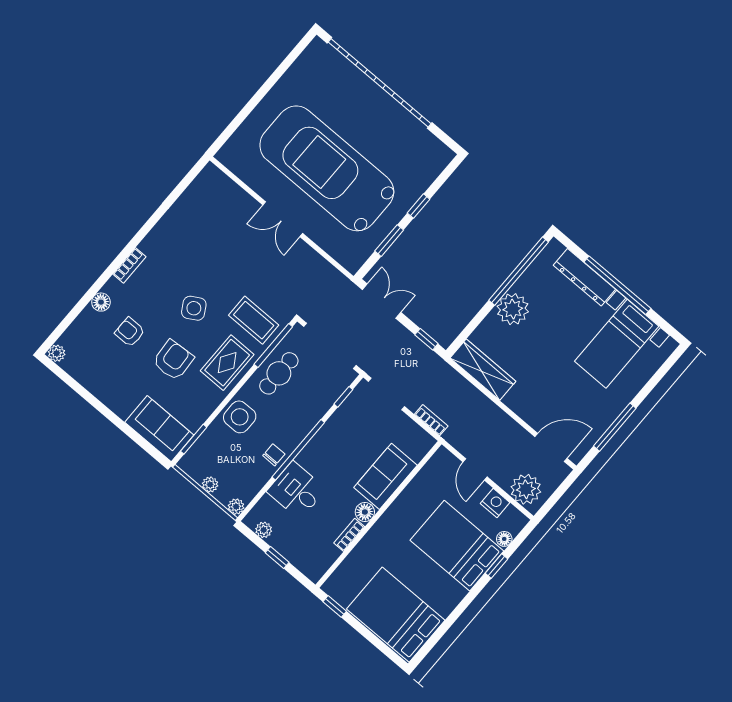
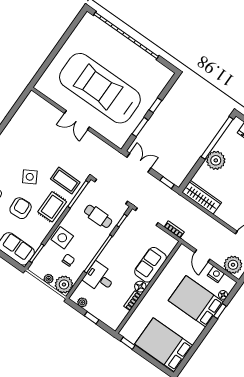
cafe table: (279, 373) -> (98, 216), moved, turned 90
chair: (274, 455) -> (68, 260), moved
plant: (236, 507) -> (64, 285), width x1.88, depth x1.88

